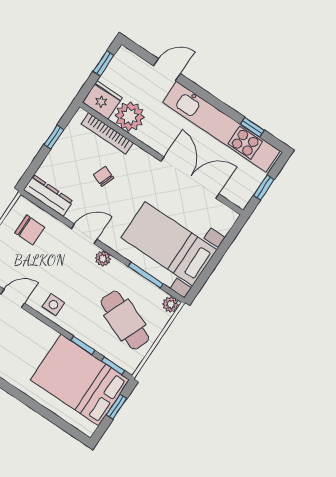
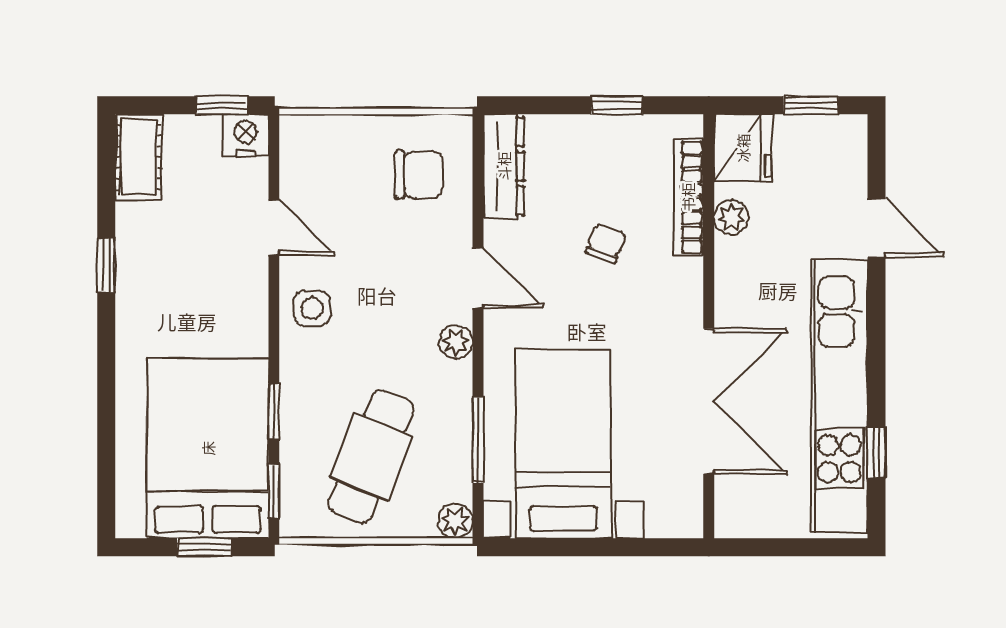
plant: (130, 116) -> (731, 217), width x0.53, depth x0.53
window: (264, 187) -> (781, 547), removed
chair: (30, 230) -> (419, 175), turned -90

